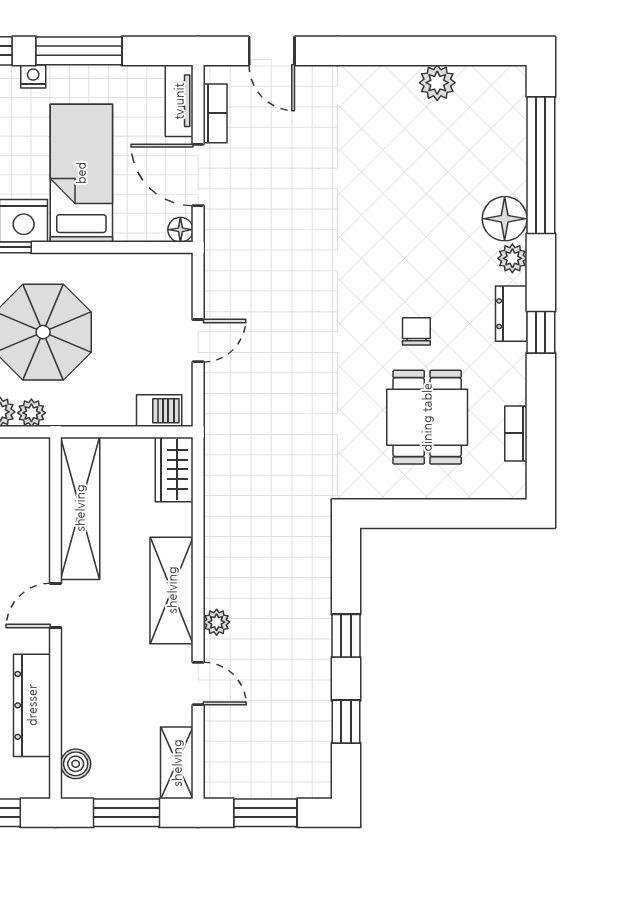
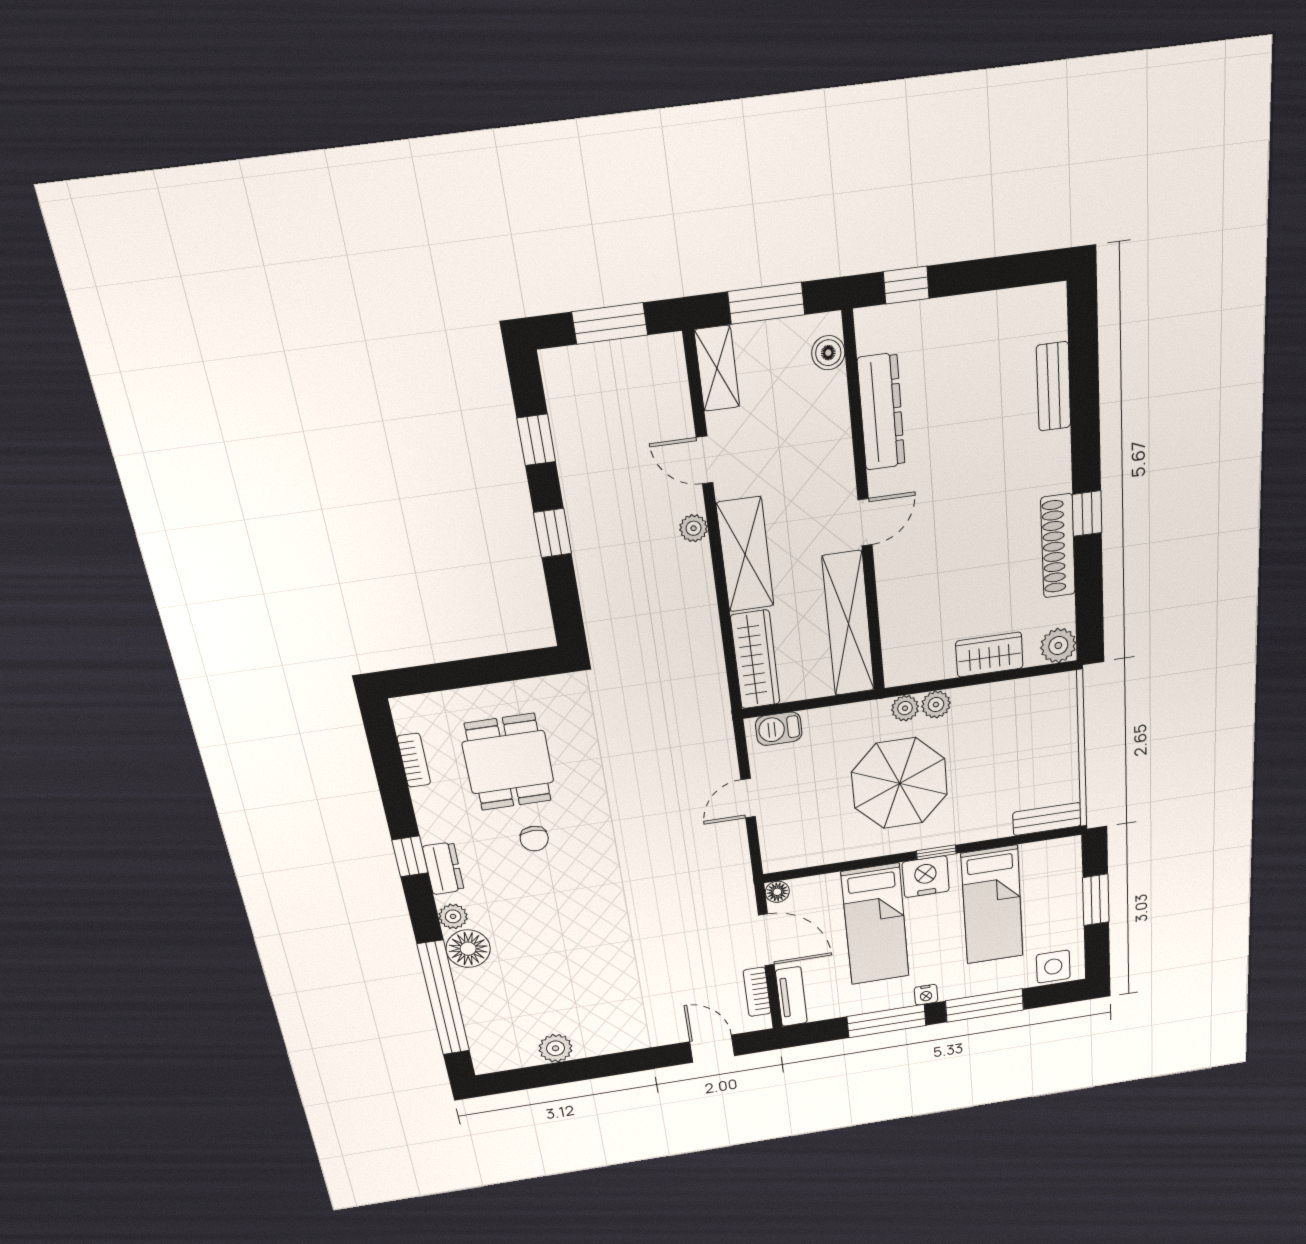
wardrobe: (174, 469) -> (755, 660), width x1.50

